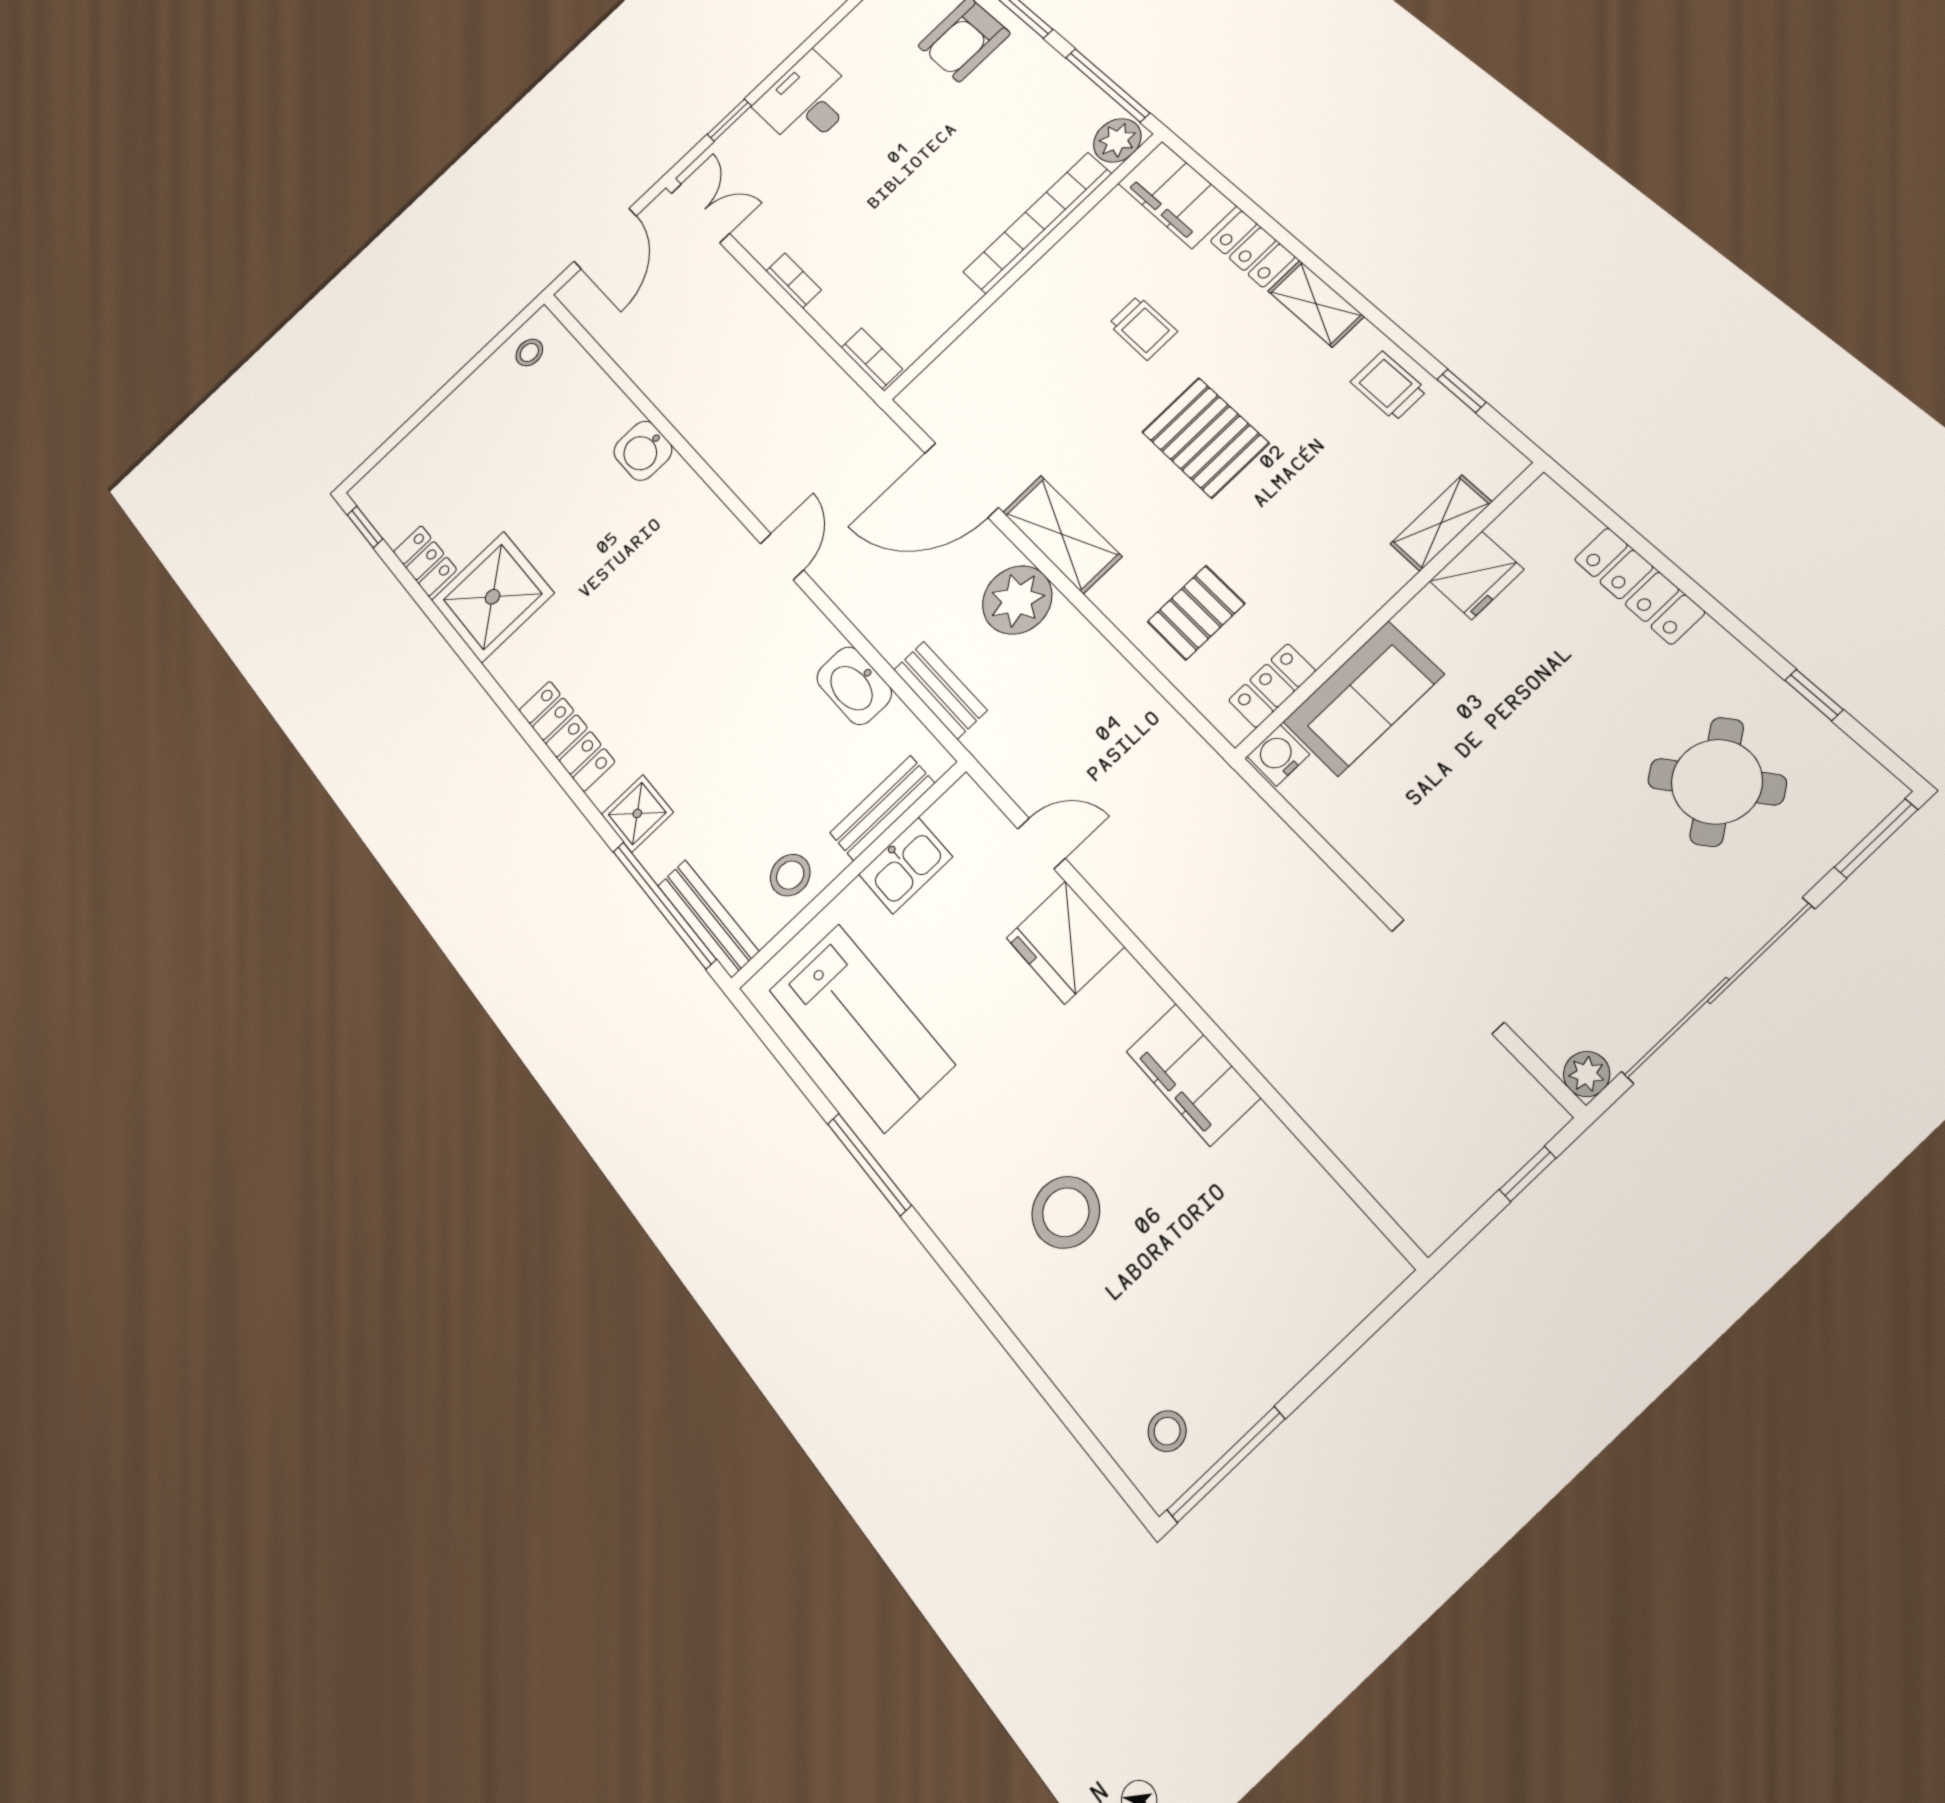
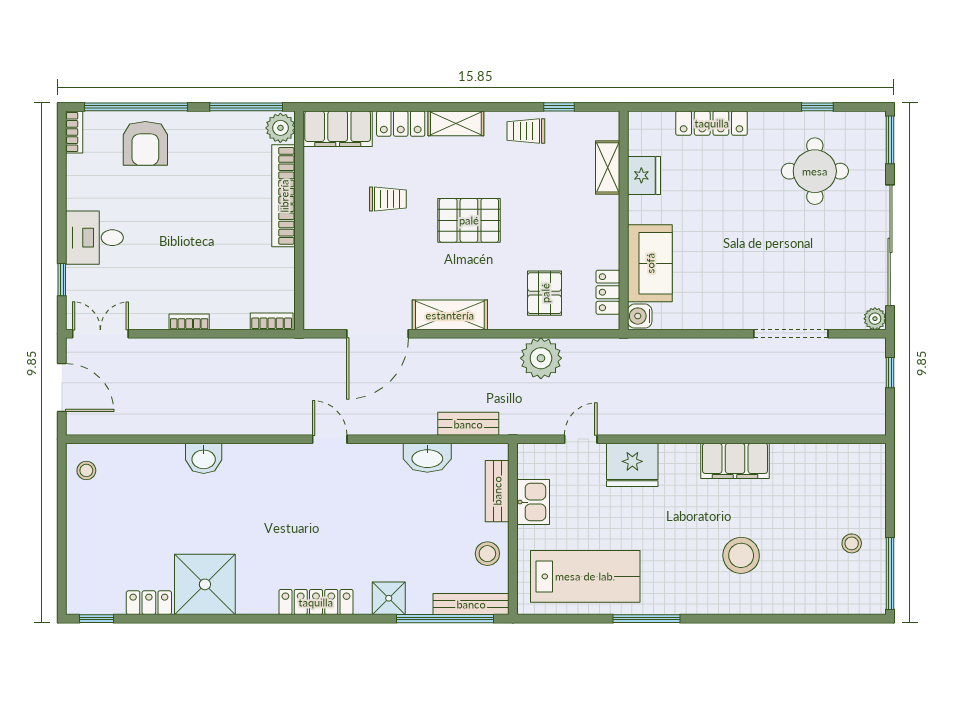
plant: (1017, 600) -> (541, 358), moved
round table: (1717, 782) -> (815, 171), turned 35
stool: (1167, 1431) -> (852, 543), moved

